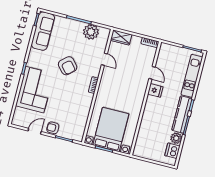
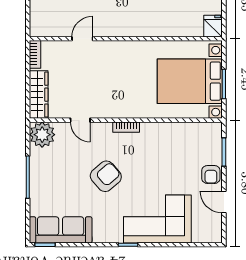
plant: (91, 32) -> (42, 135), moved
wardrobe: (121, 37) -> (39, 95), width x1.50
door: (104, 59) -> (80, 120), swing flipped
fridge: (155, 90) -> (213, 26), moved

